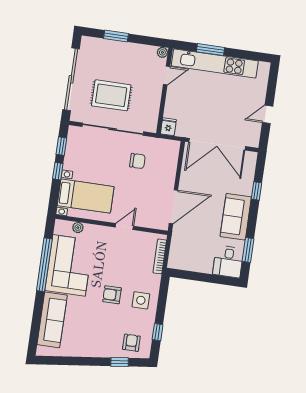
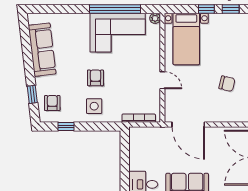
chair: (137, 161) -> (227, 84), turned -77
plant: (78, 228) -> (155, 18), moved
sofa: (52, 320) -> (42, 50), moved, turned -97
armchair: (131, 343) -> (52, 103), turned -90

